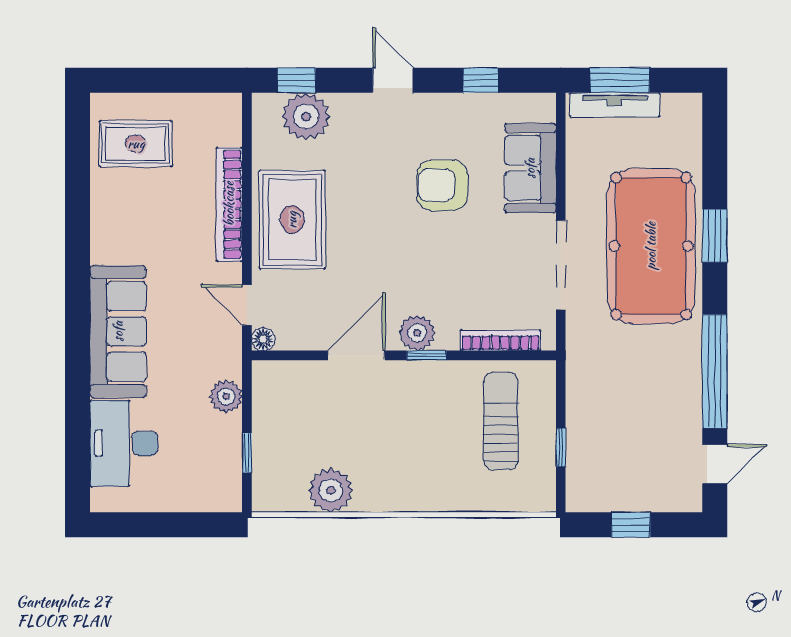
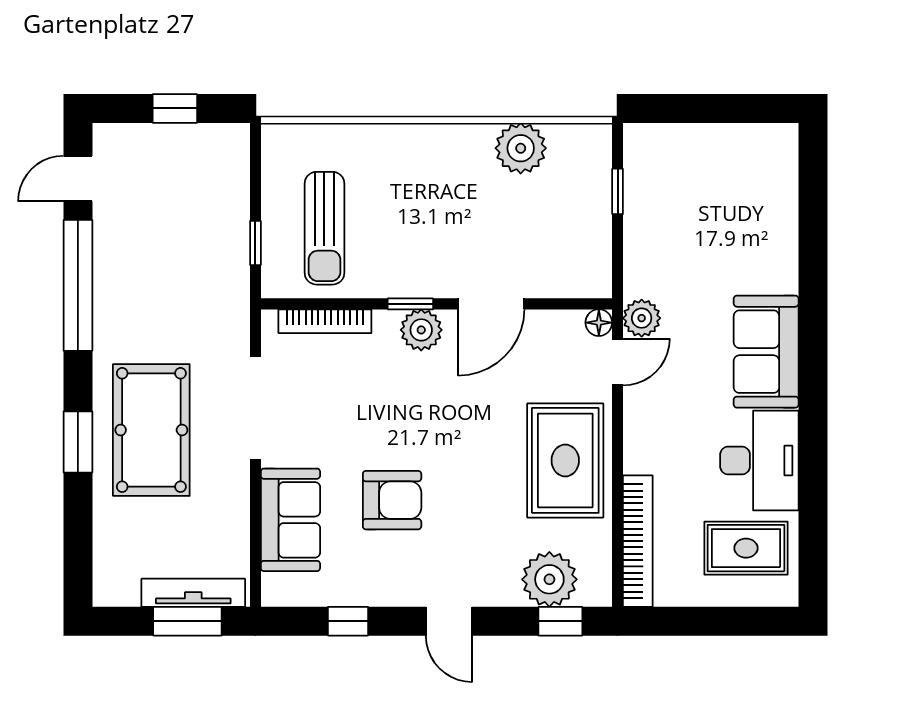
bookcase: (229, 204) -> (638, 541), moved
pool table: (651, 246) -> (151, 430), width x0.73, depth x0.76
door: (247, 305) -> (618, 362), hinge flipped
sofa: (118, 331) -> (766, 352), width x0.73
plant: (226, 396) -> (642, 318), moved
desk: (124, 443) -> (759, 461), moved
window: (561, 448) -> (255, 243), moved

